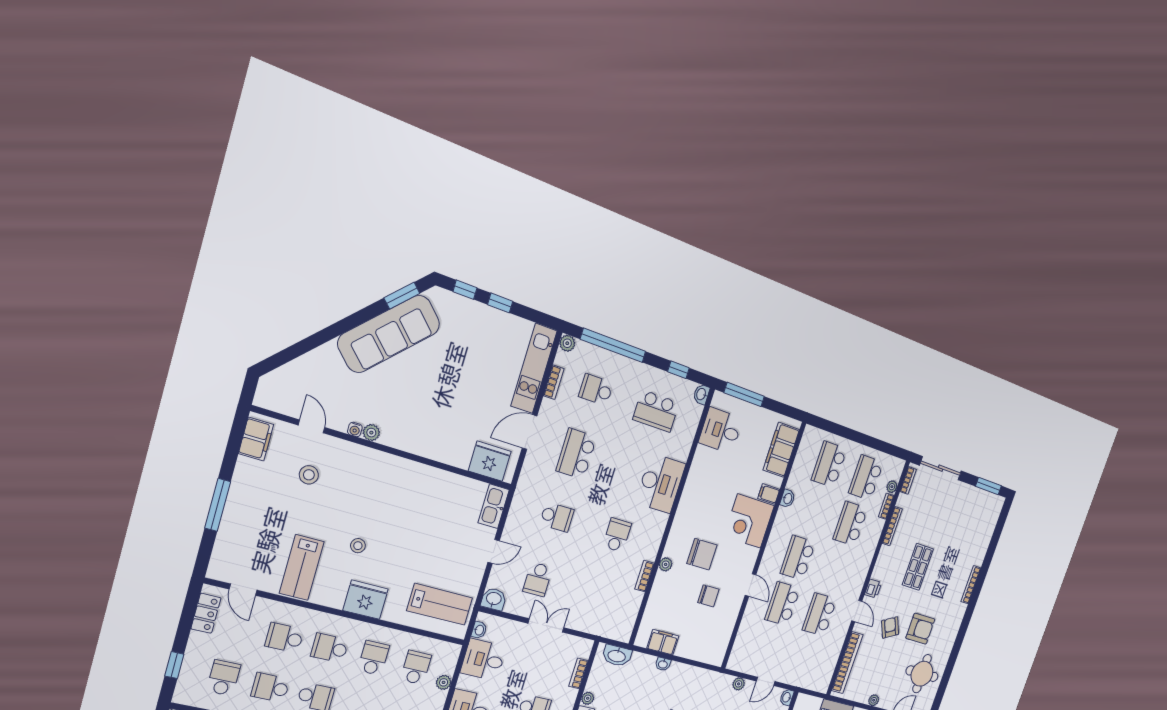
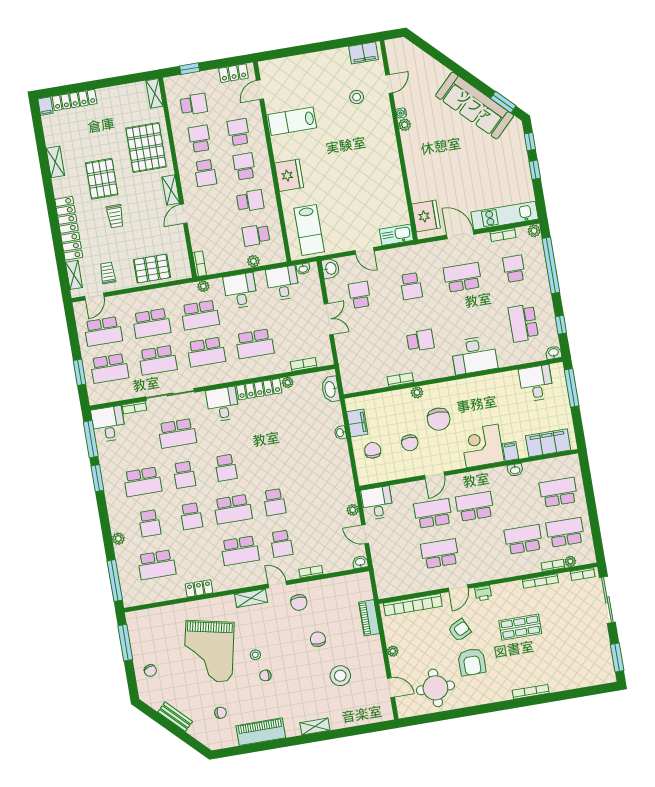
window: (218, 505) -> (309, 48), removed
stool: (358, 546) -> (324, 152), removed
school desk: (538, 579) -> (360, 295), turned 90
chair: (696, 638) -> (373, 450), added
desk: (745, 656) -> (377, 503), added
school desk: (416, 668) -> (256, 235), turned 180

